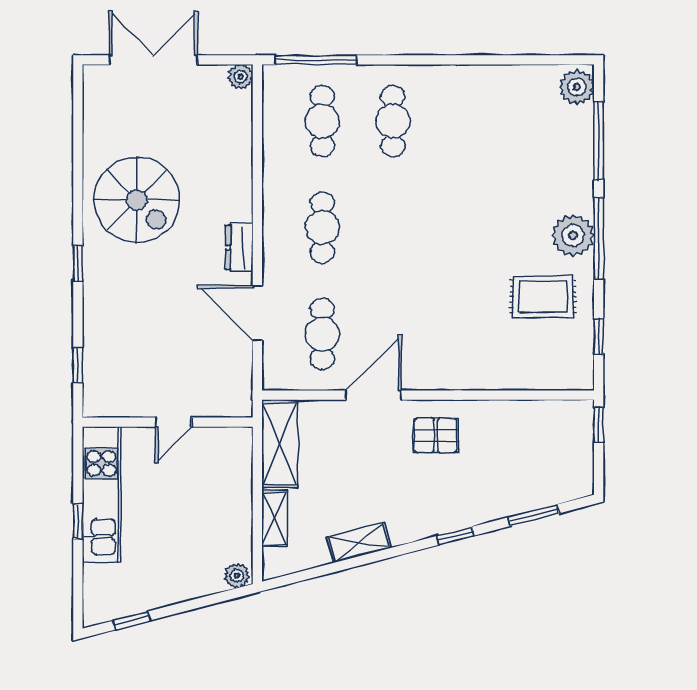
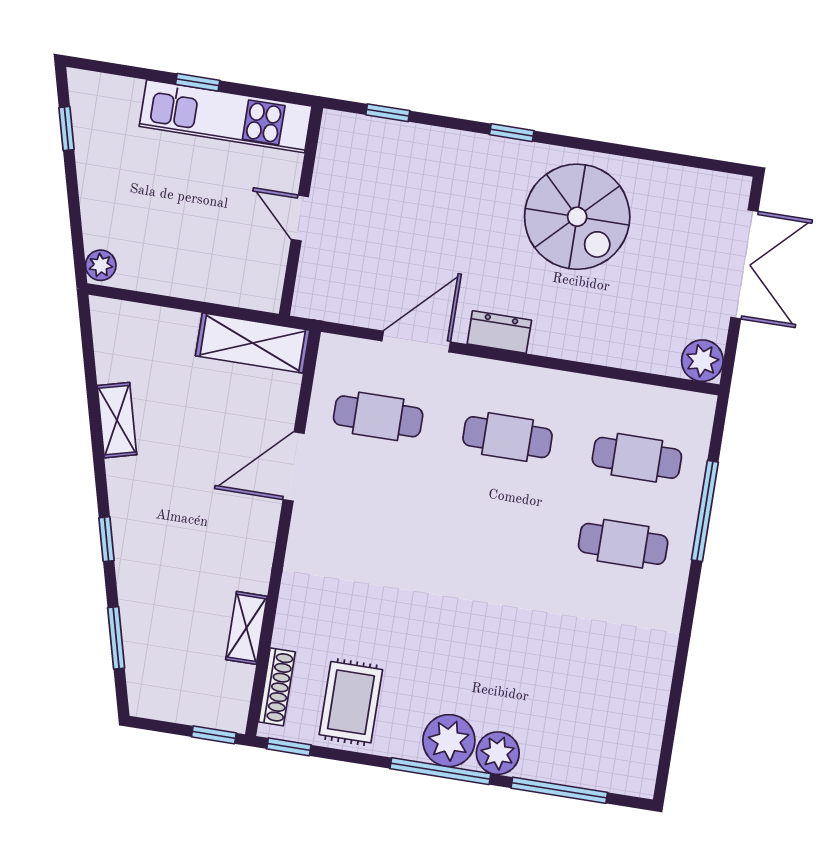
window: (316, 60) -> (705, 511), moved
plant: (241, 77) -> (702, 361), width x1.38, depth x1.38
plant: (577, 87) -> (498, 753), moved
spiral stairs: (137, 200) -> (577, 217), turned -90
rug: (543, 297) -> (351, 702), moved
window: (599, 336) -> (289, 747), moved
shoe rack: (552, 380) -> (277, 687), added
door: (373, 395) -> (294, 466), swing flipped
pallet: (436, 435) -> (232, 534), removed
shelving: (274, 518) -> (246, 628), moved, turned 90

